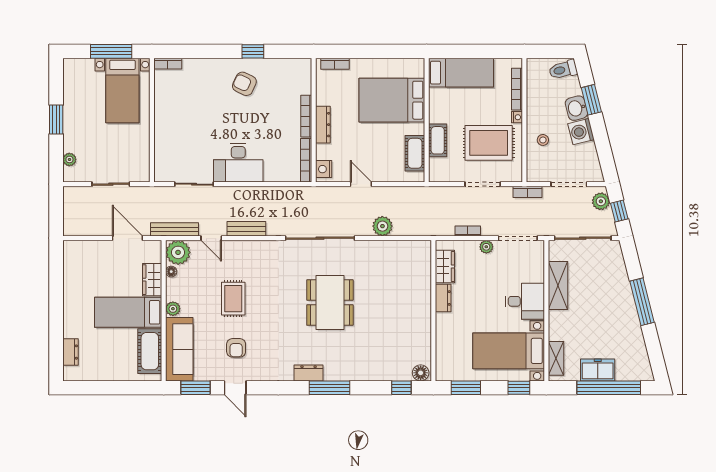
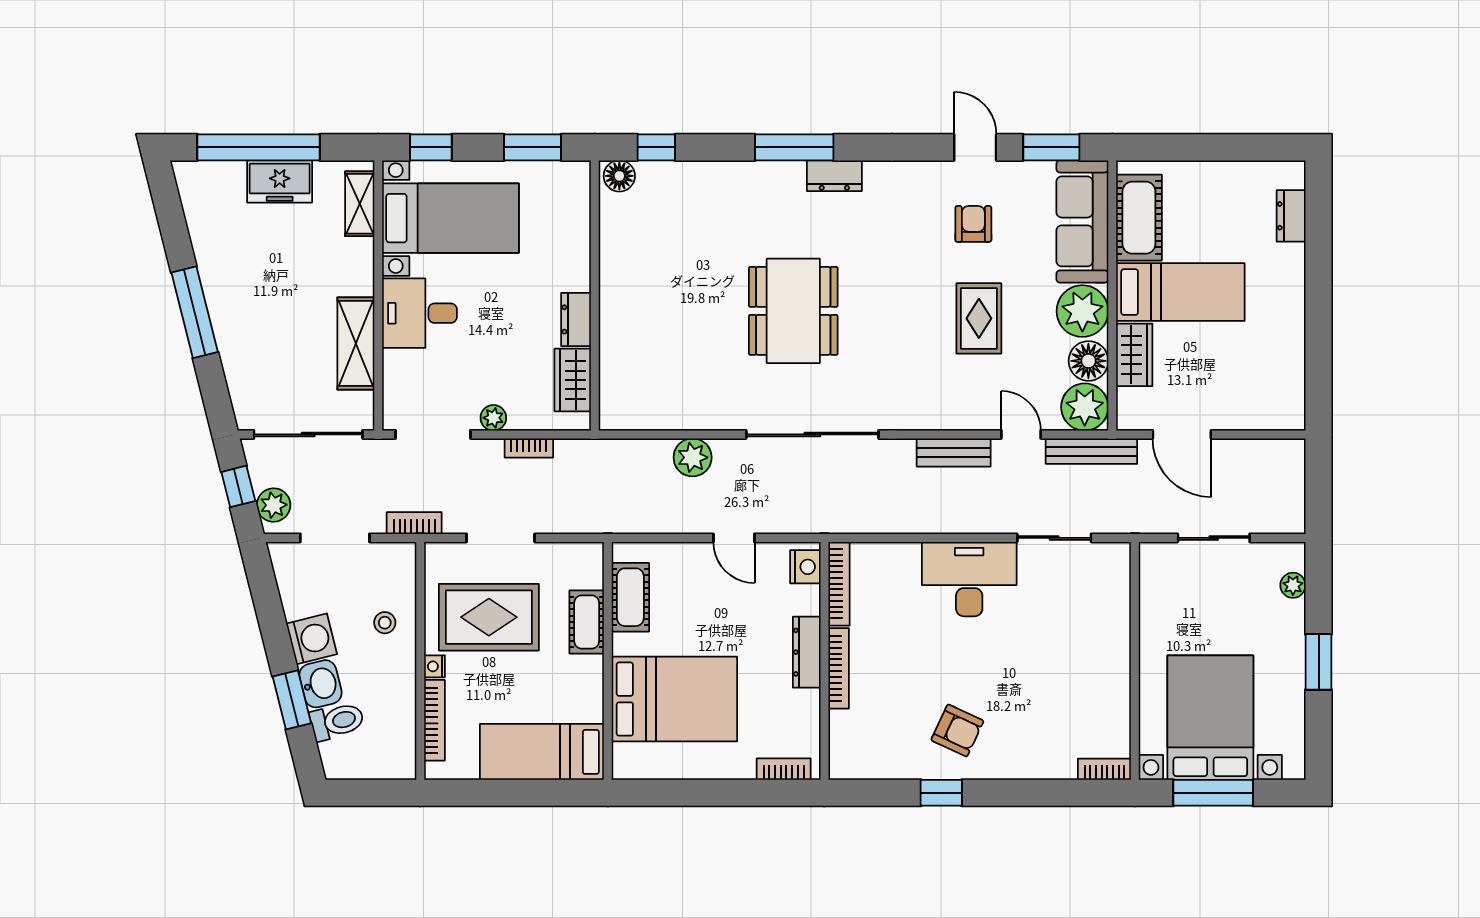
toilet: (563, 70) -> (337, 721), moved
bed with nightstands: (122, 91) -> (1210, 718), width x1.36
floor lamp: (171, 272) -> (1088, 361), width x1.89, depth x1.89
plant: (173, 309) -> (1082, 311), width x1.88, depth x1.88

